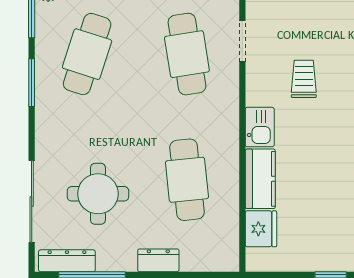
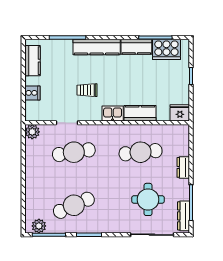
cafe table: (87, 54) -> (74, 205), turned -42
fridge: (261, 229) -> (180, 113), moved

